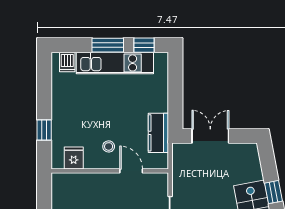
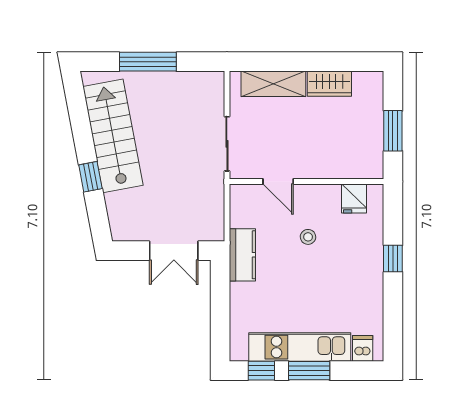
fridge: (74, 158) -> (354, 199), moved
wall: (110, 171) -> (306, 182), moved
door: (131, 171) -> (278, 182), moved

